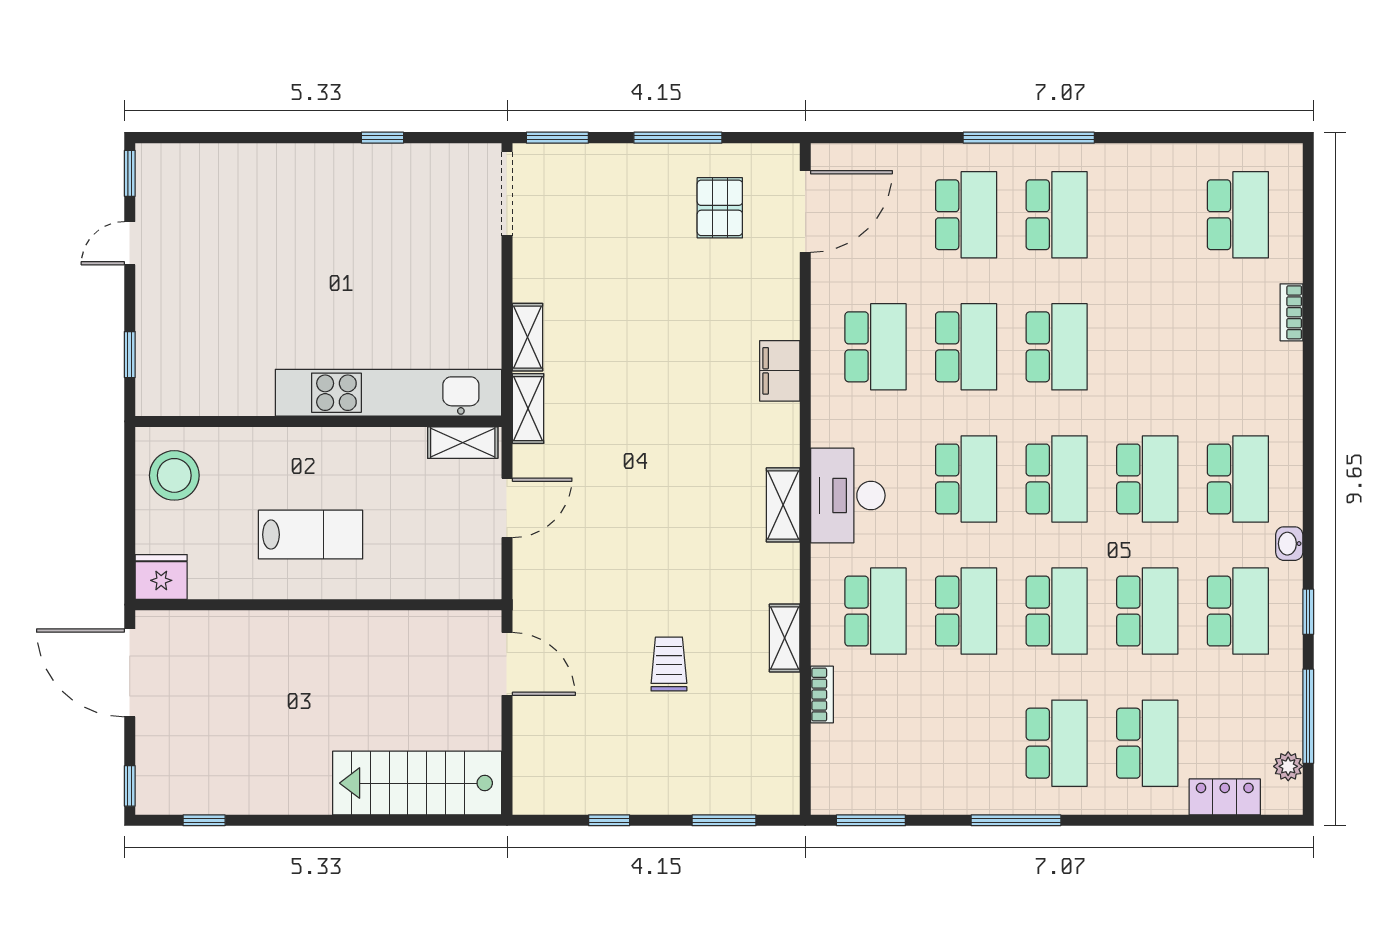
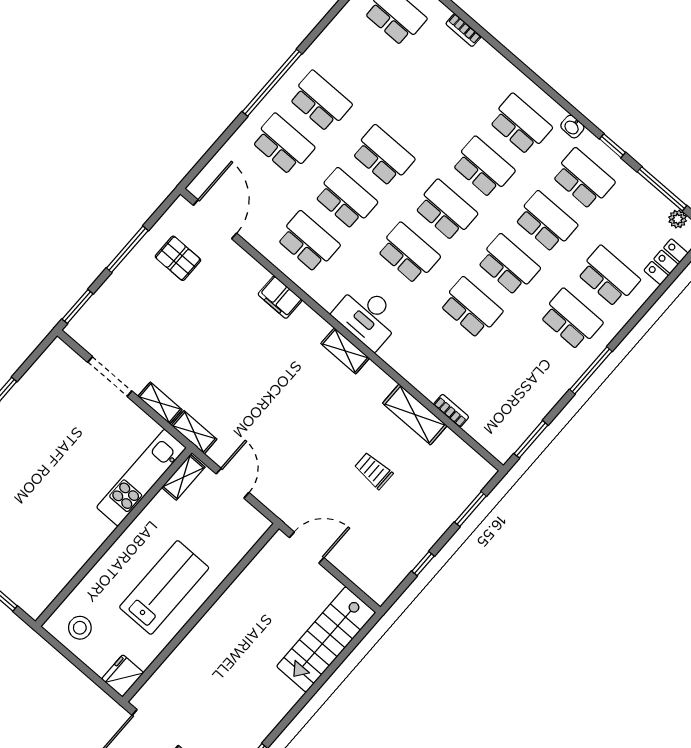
doorway: (507, 194) -> (110, 377), moved
kitchen unit: (388, 393) -> (141, 478), width x0.73
stool: (174, 475) -> (80, 628), width x0.73, depth x0.73
lab bench: (311, 535) -> (164, 587), width x1.36, depth x1.39
school desk: (876, 611) -> (434, 351), removed
shelving: (785, 638) -> (415, 414), width x1.50, depth x1.33

